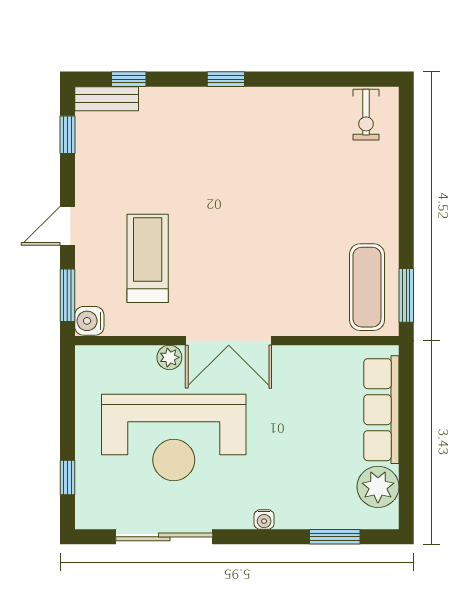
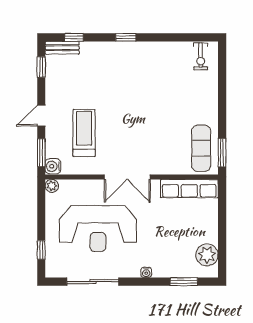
plant: (169, 357) -> (52, 186), moved
row of seats: (381, 410) -> (189, 189), moved, turned -90

